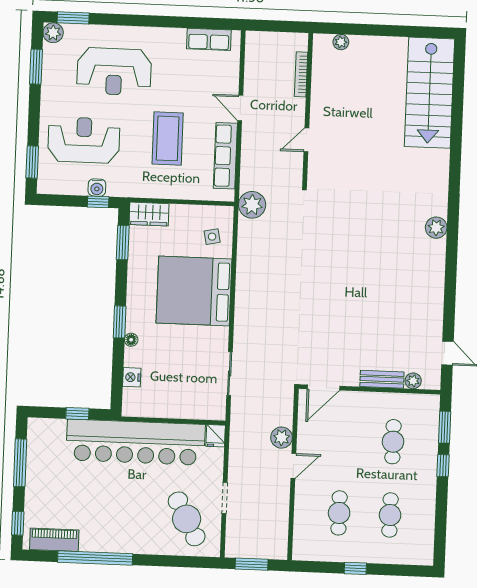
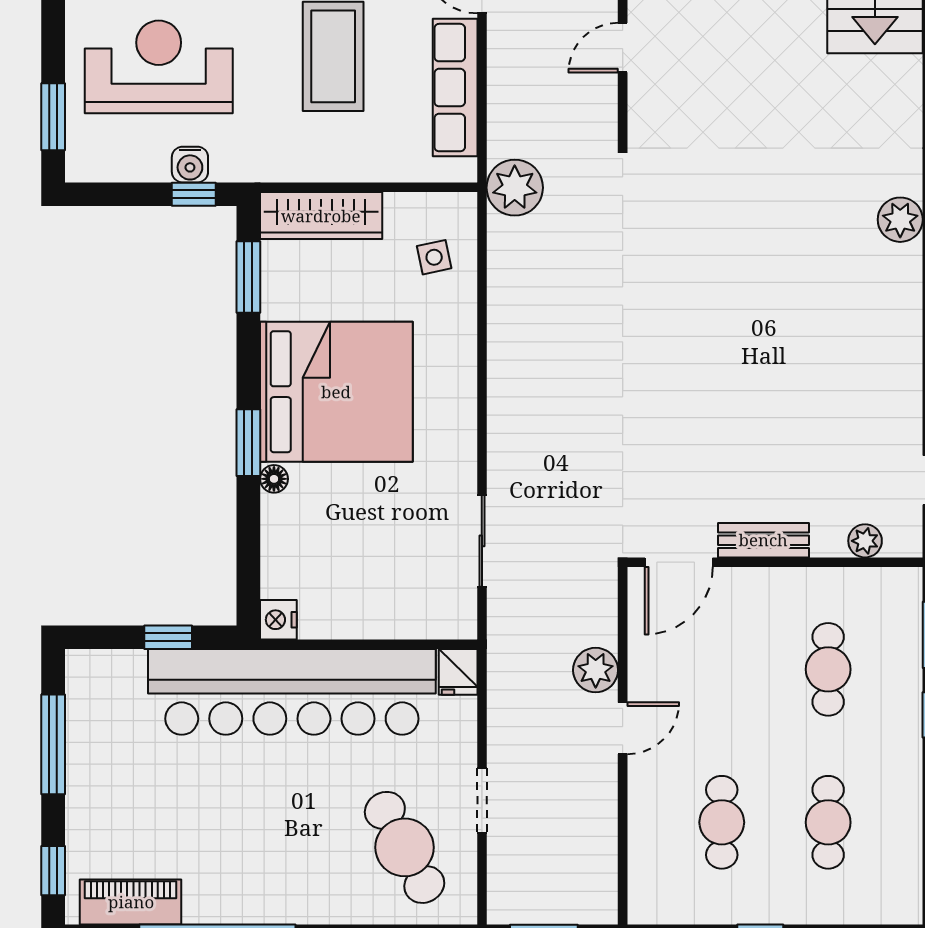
wardrobe: (149, 214) -> (321, 216), width x1.50
bed: (194, 291) -> (336, 392), moved, turned 180
nightstand: (132, 377) -> (278, 620), moved
bench: (382, 379) -> (763, 540), moved

